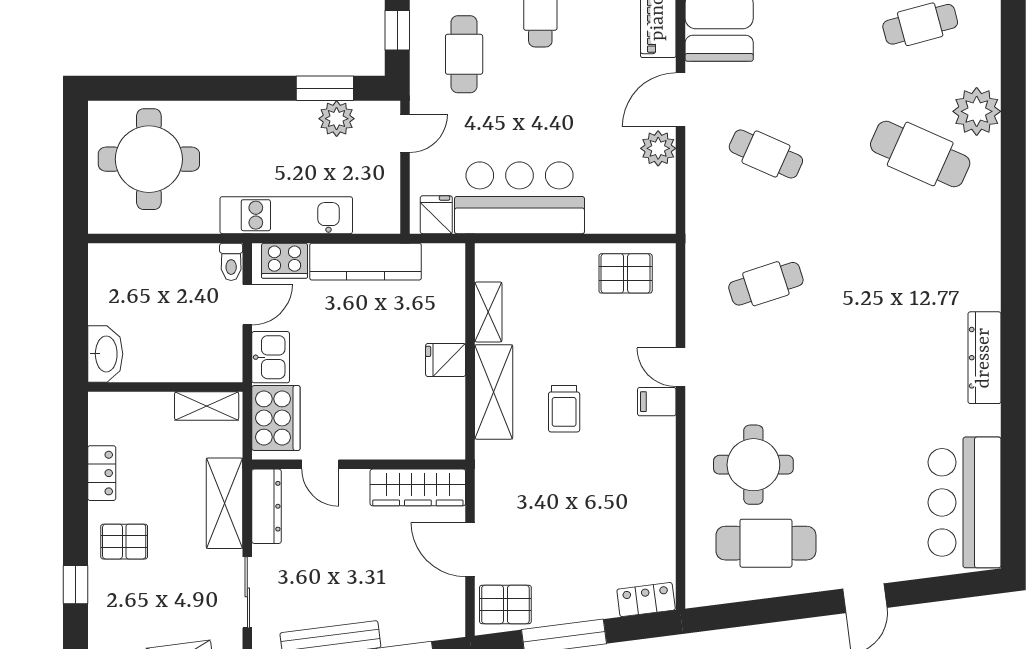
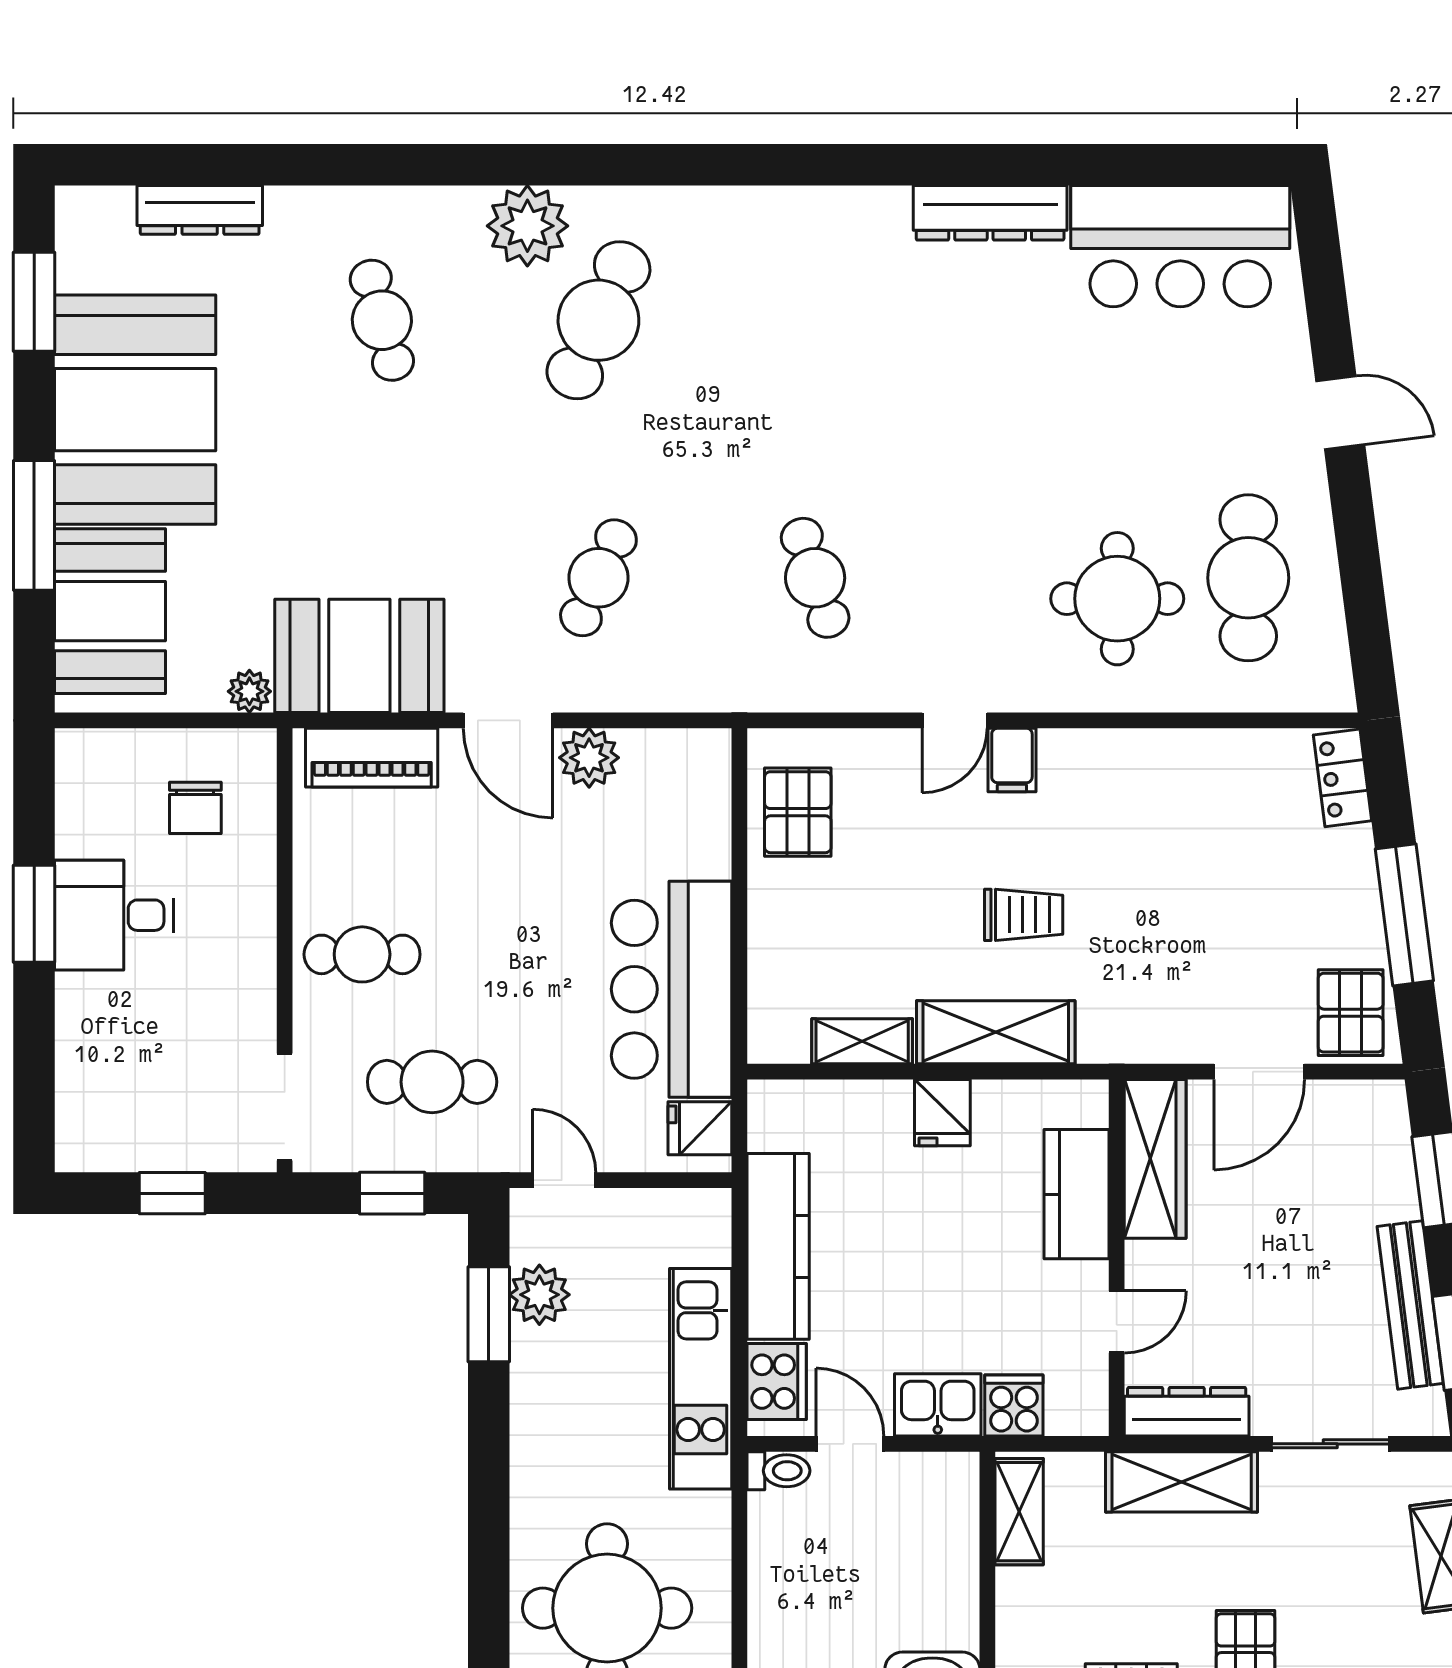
dresser: (984, 358) -> (990, 213), moved
cooker: (276, 418) -> (1014, 1405), width x0.53, depth x0.76
kitchen counter: (397, 440) -> (1077, 1194), added

